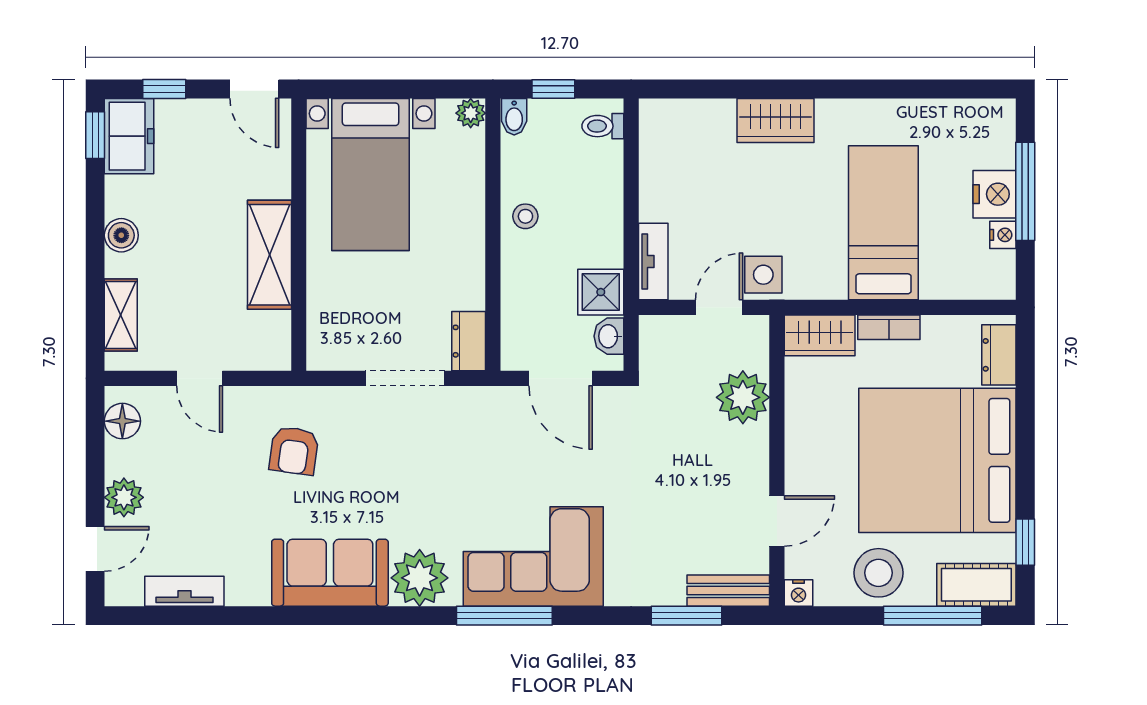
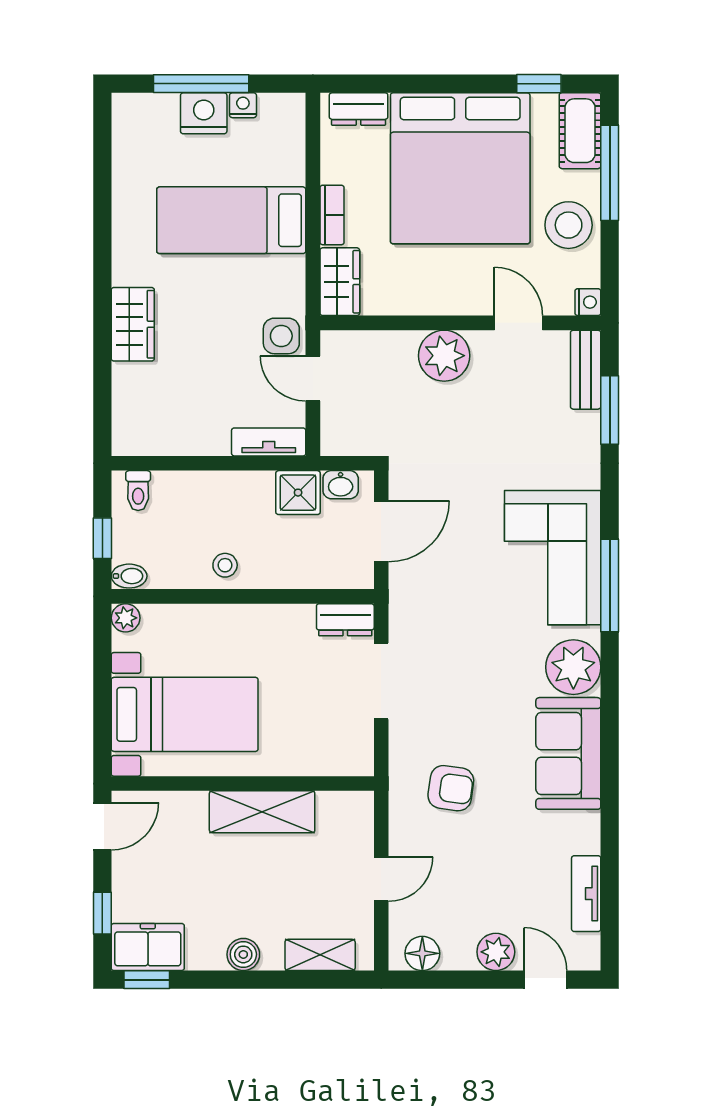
plant: (743, 397) -> (444, 356), moved

